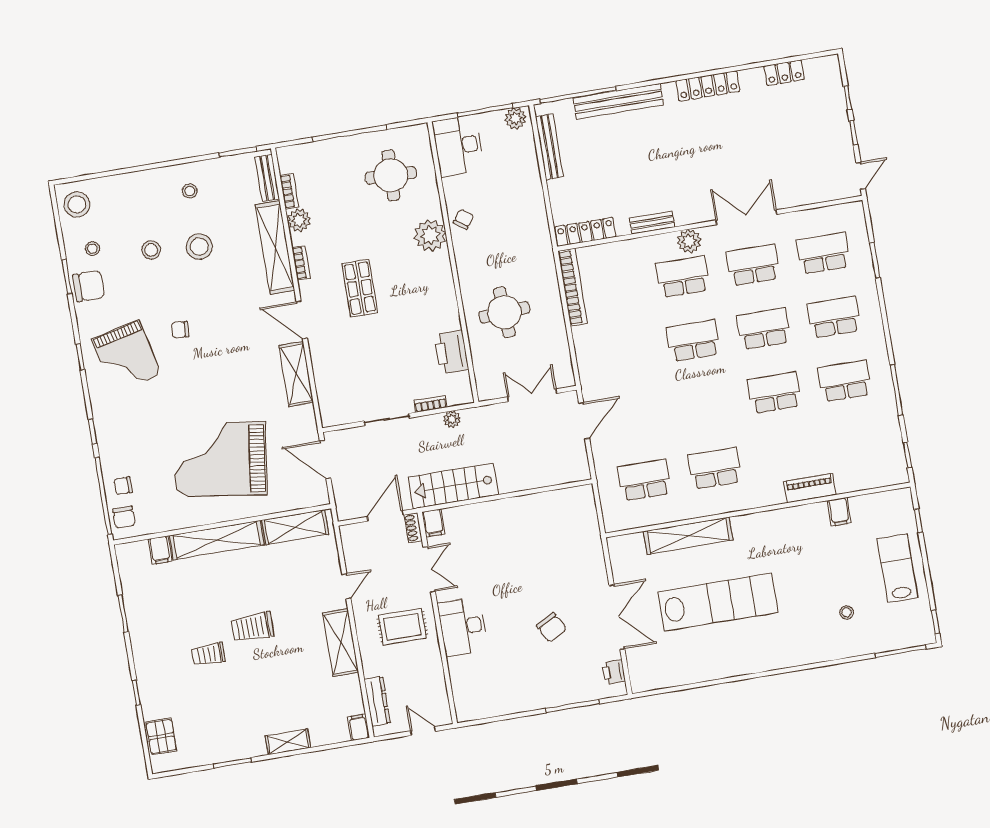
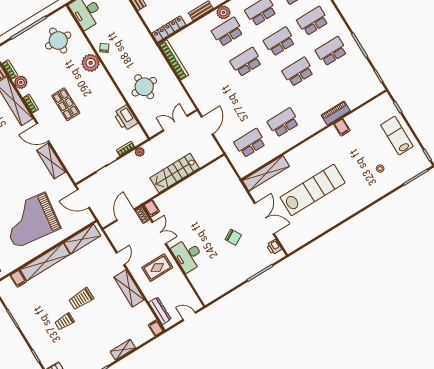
stairs: (453, 486) -> (175, 173), moved
filing cabinet: (839, 512) -> (342, 127), moved
shelving: (688, 536) -> (266, 173), moved

